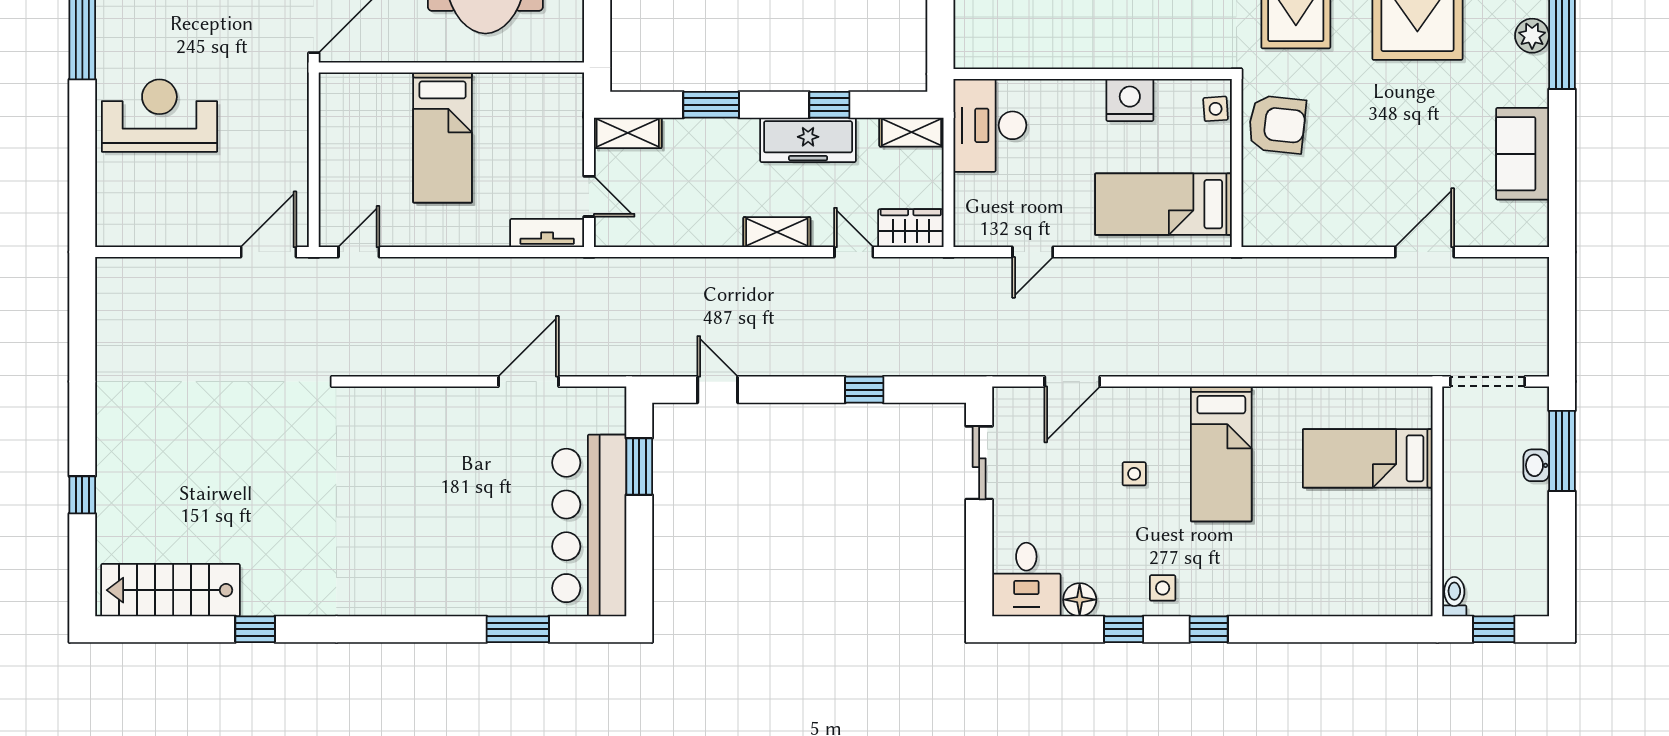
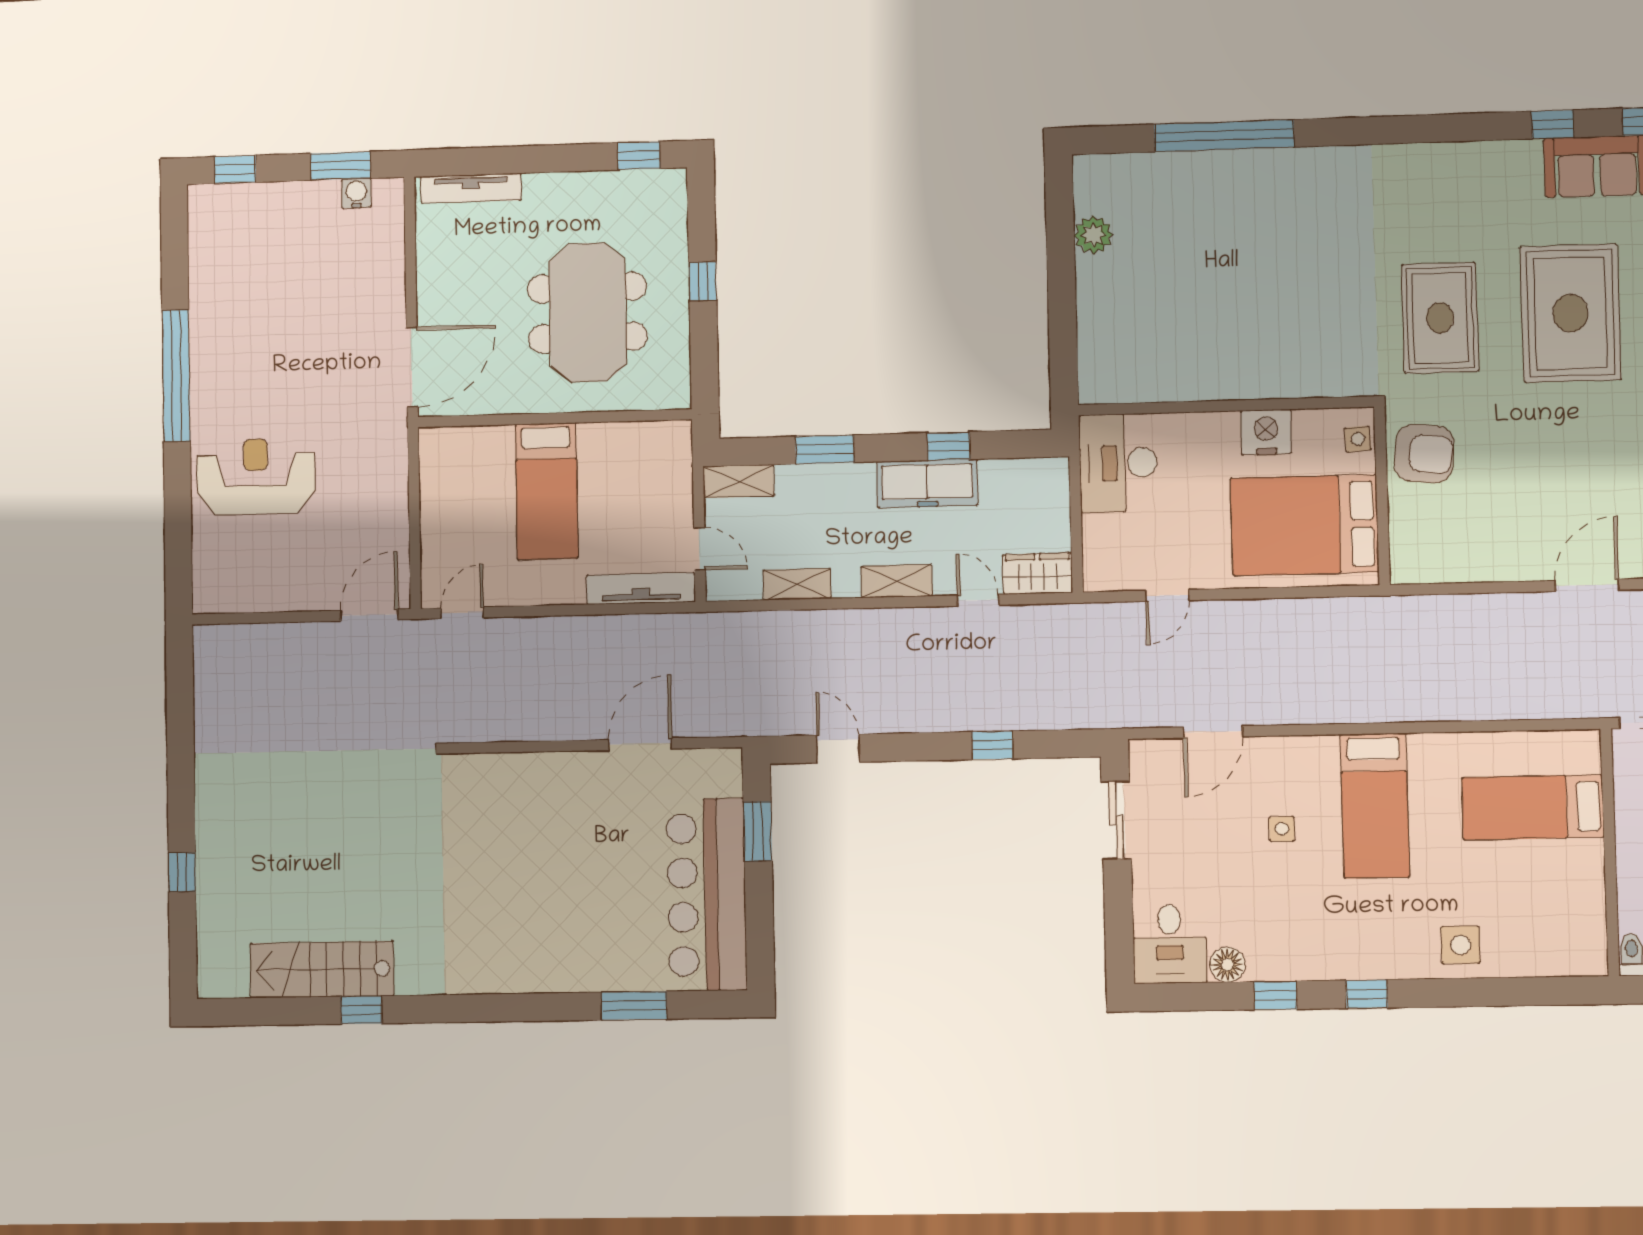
shelving: (911, 132) -> (797, 584), moved
bed: (1163, 204) -> (1305, 525), width x1.50
tv unit: (547, 233) -> (641, 589), width x1.41
side table: (1163, 588) -> (1461, 945), moved, width x1.37, depth x1.37
stairs: (170, 590) -> (322, 969), moved

